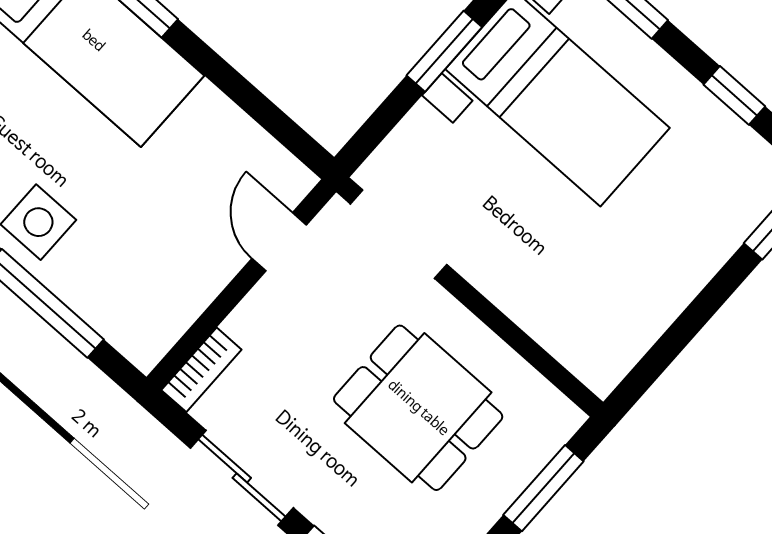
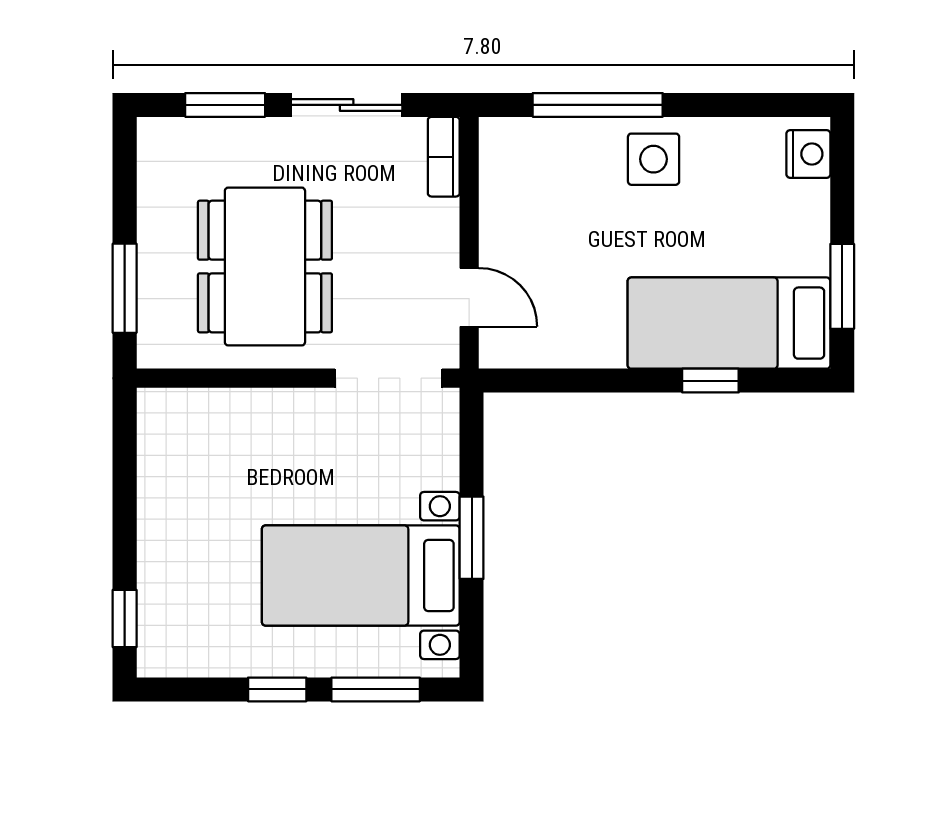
window: (734, 95) -> (277, 689), moved
dining table: (418, 408) -> (265, 267), width x1.38

